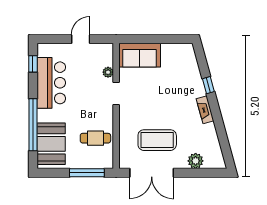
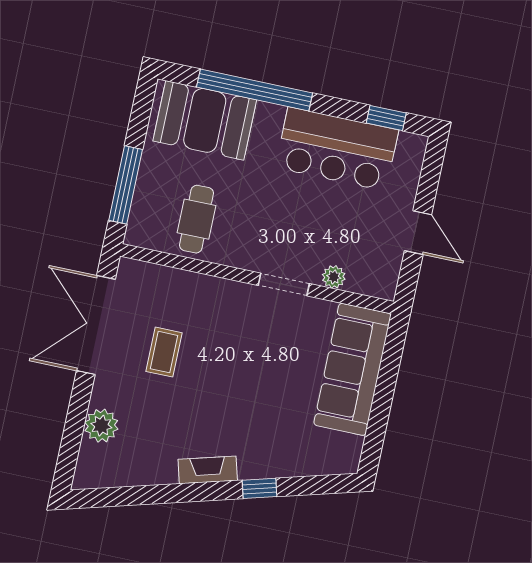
sofa: (140, 55) -> (352, 369), width x1.36
coffee table: (157, 140) -> (164, 352), width x0.54, depth x0.58

